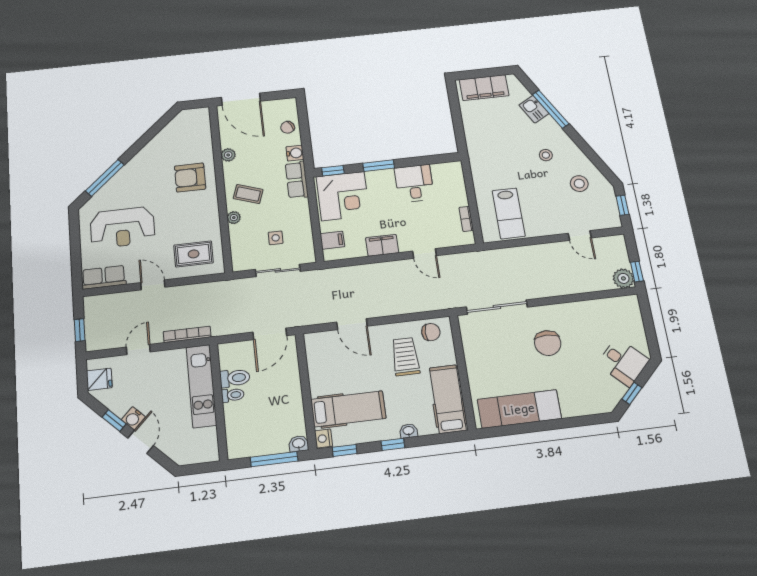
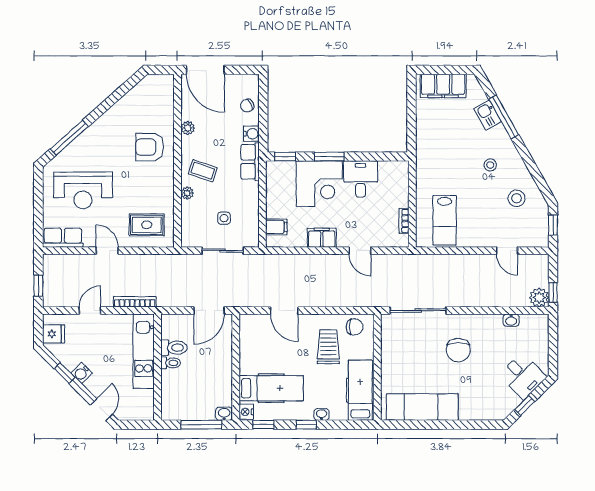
corner desk: (343, 196) -> (319, 184), moved
washbasin: (599, 305) -> (511, 320), added
door: (141, 442) -> (101, 410), moved

